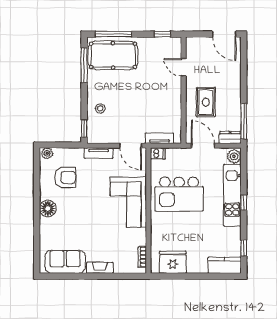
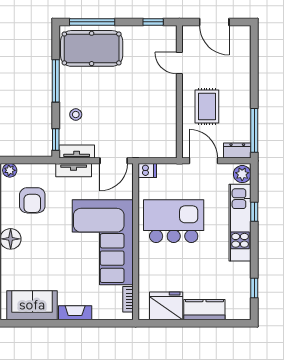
door: (224, 34) -> (214, 22), moved
window: (84, 65) -> (56, 81), moved
tv unit: (159, 138) -> (77, 151), moved
door: (131, 146) -> (114, 161), hinge flipped
armchair: (65, 177) -> (32, 200), turned 90
kitchen island: (179, 194) -> (174, 221), turned 180
corner sofa: (128, 202) -> (103, 242), width x1.36, depth x1.36
window: (244, 203) -> (254, 212), moved
kitchen counter: (225, 265) -> (204, 310), moved

